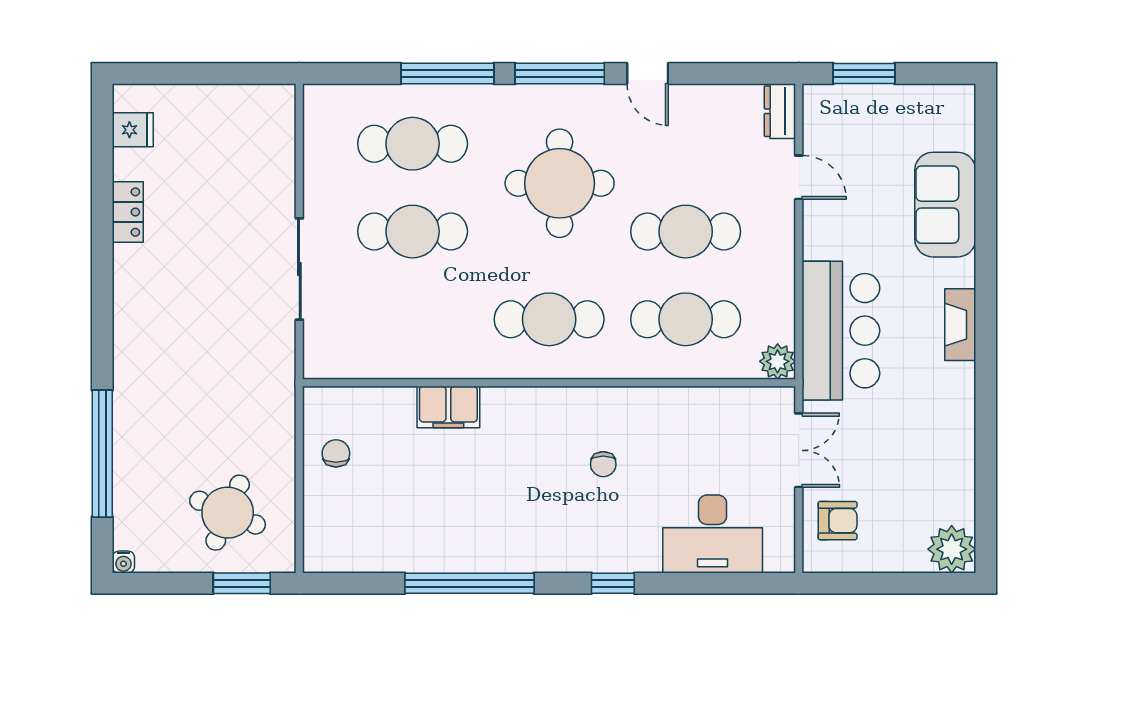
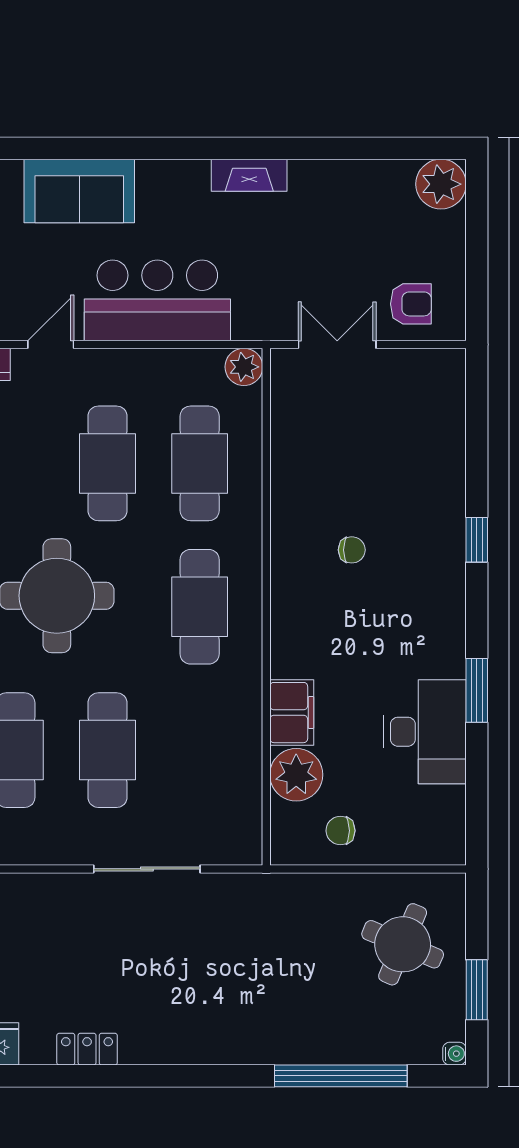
fireplace: (960, 325) -> (249, 175), moved
bar counter: (841, 331) -> (157, 300), moved
plant: (389, 411) -> (296, 775), added
armchair: (838, 521) -> (411, 304), turned 90
desk: (713, 534) -> (425, 732), moved
window: (242, 583) -> (477, 990), moved
window: (469, 583) -> (477, 690), width x0.47

